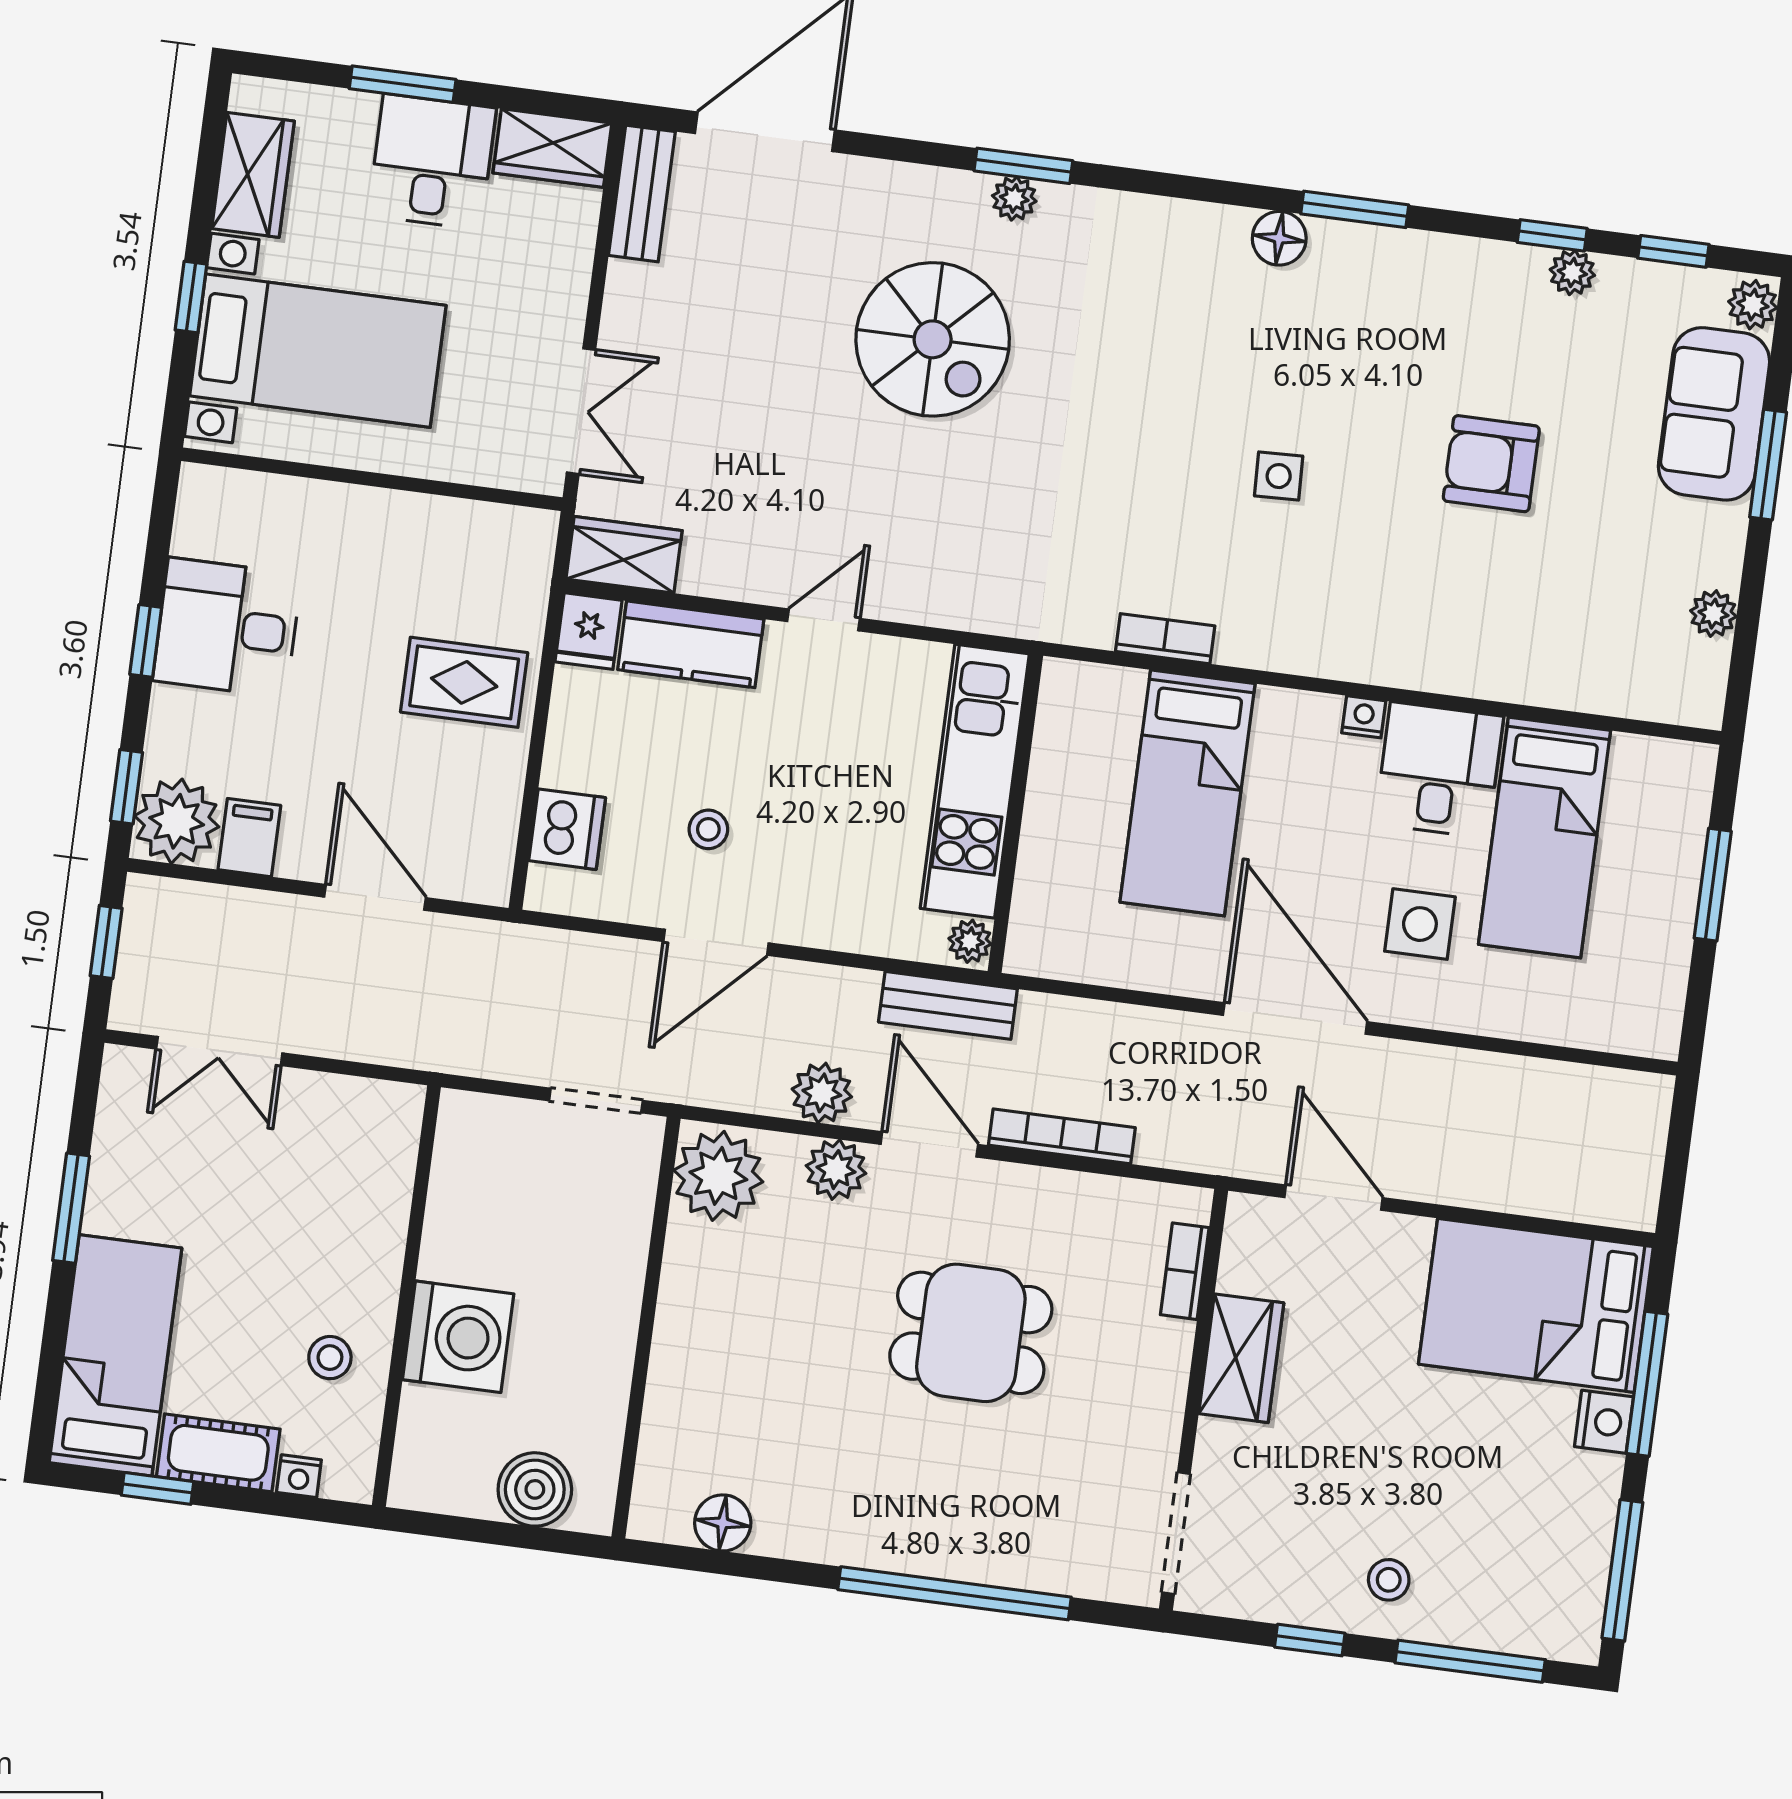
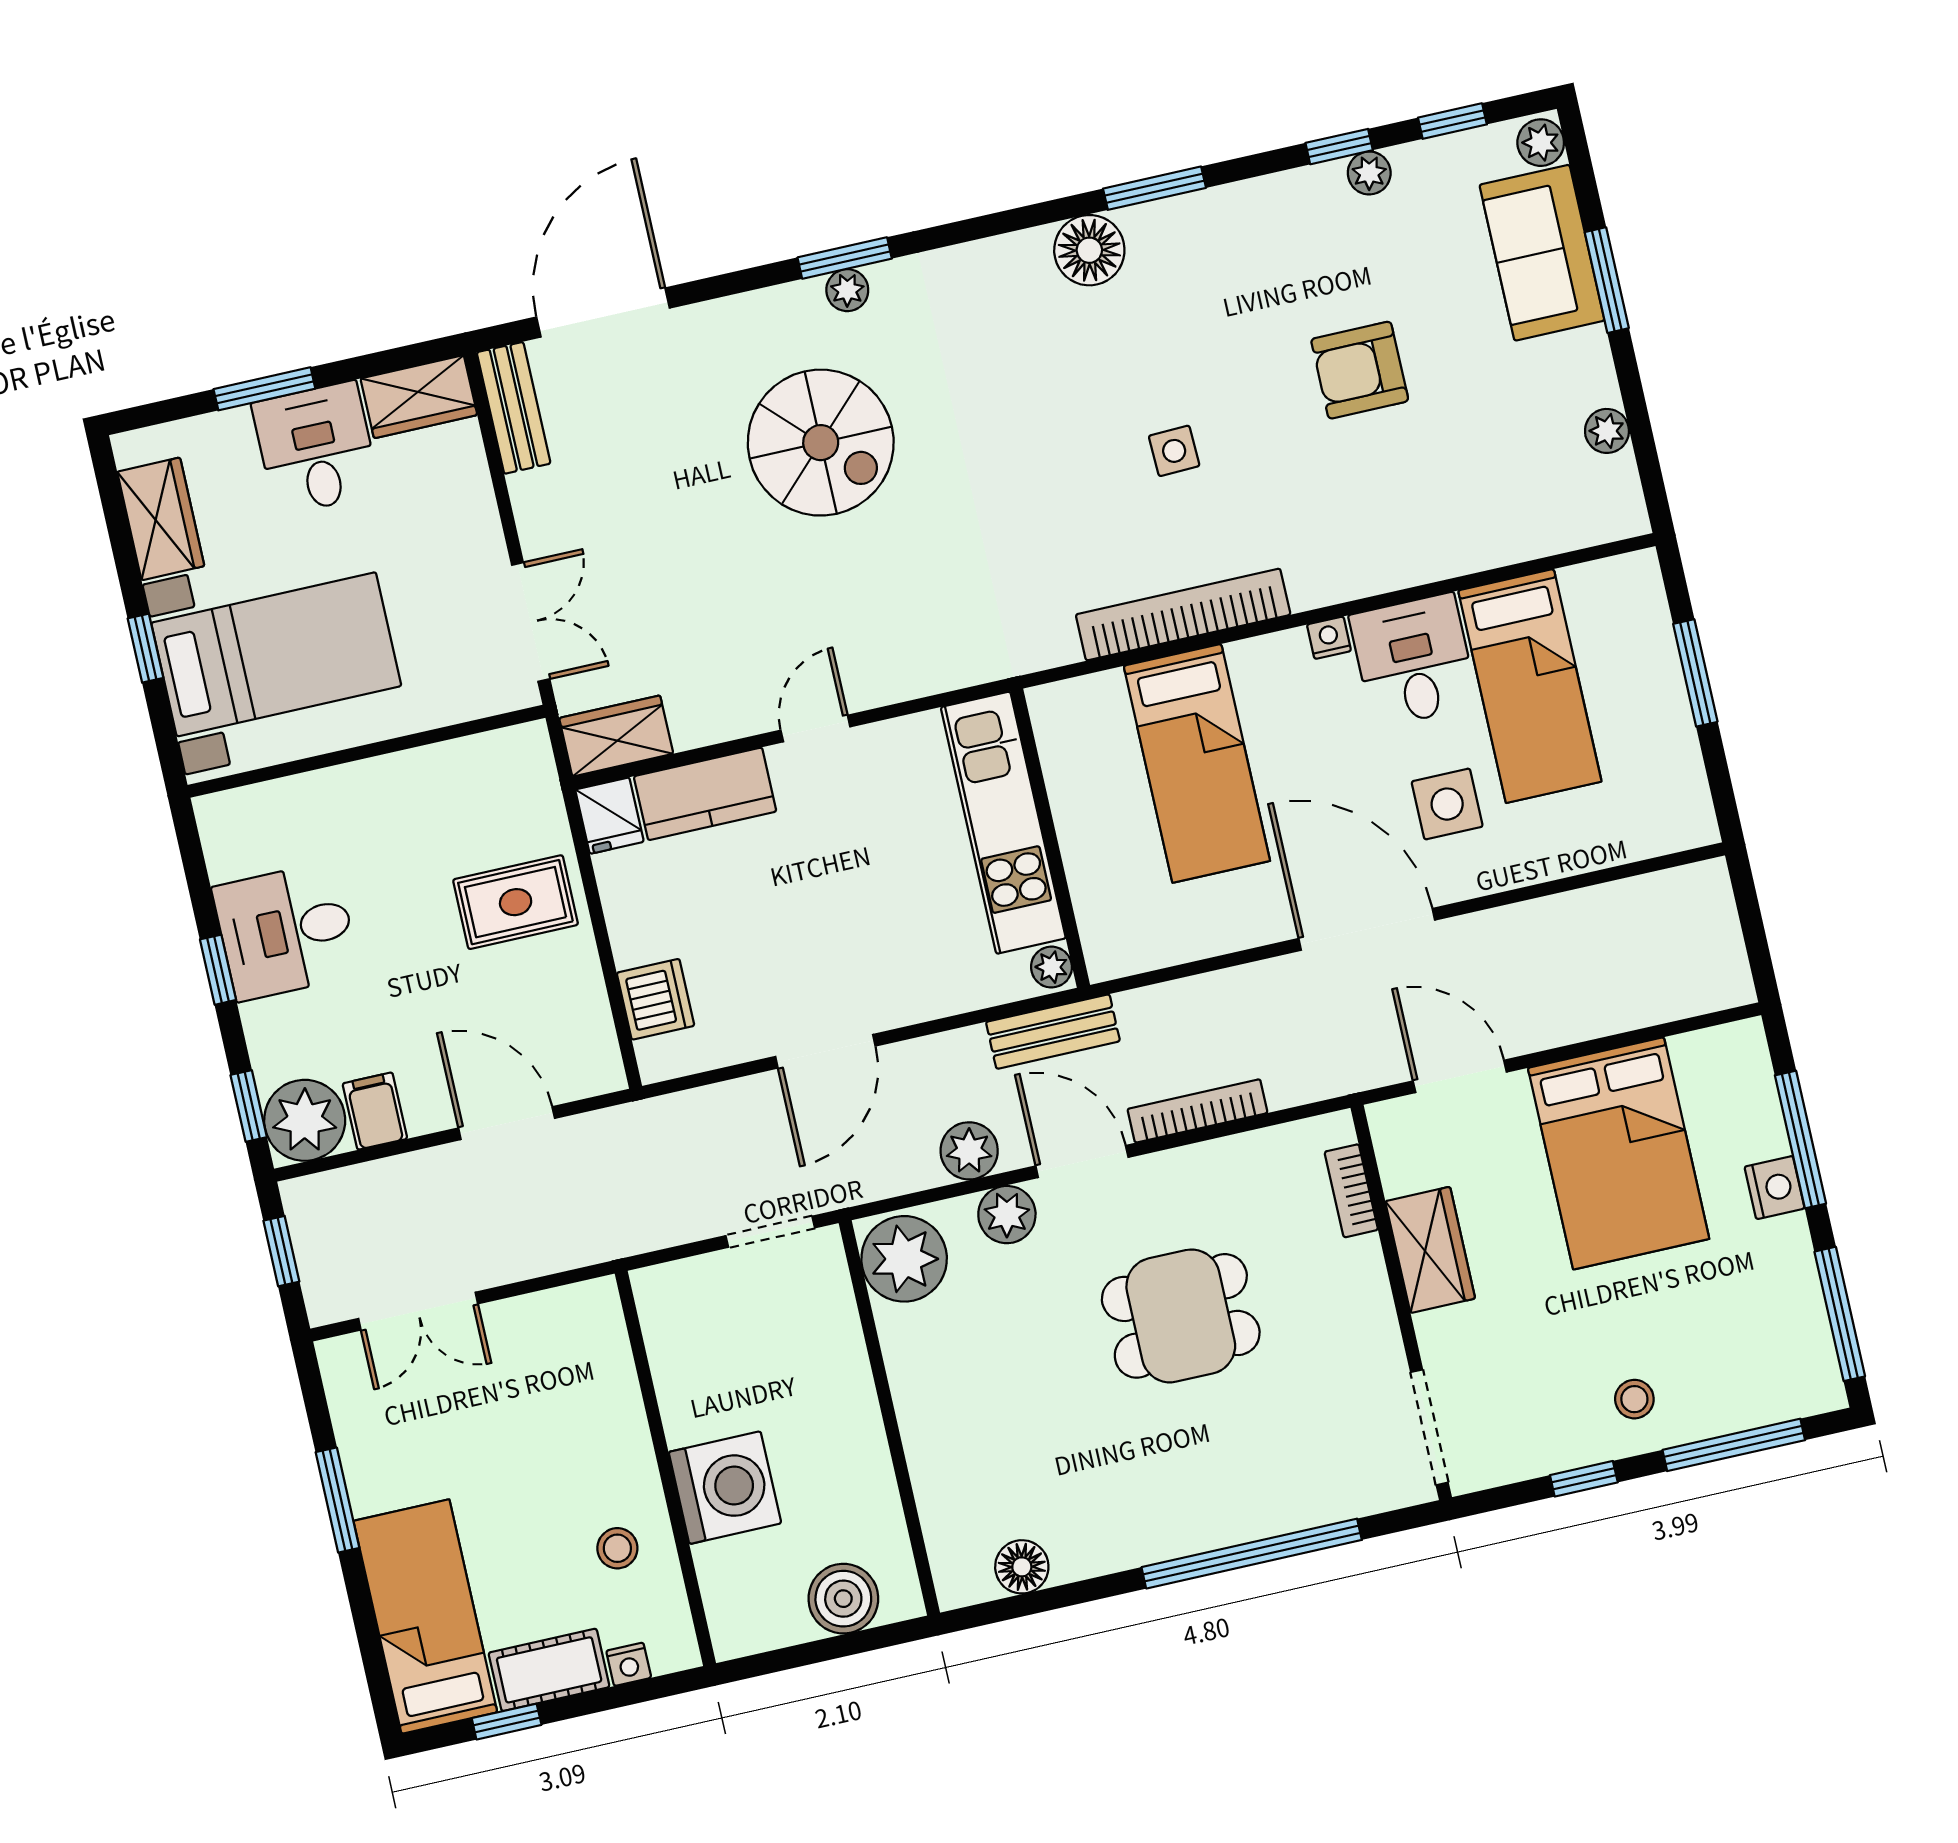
floor lamp: (1279, 238) -> (1089, 250), width x1.38, depth x1.38
bookcase: (1165, 639) -> (1183, 615), width x2.31, depth x1.31
stool: (708, 829) -> (781, 953), removed
bed: (1536, 1305) -> (1619, 1153), moved, turned -90

